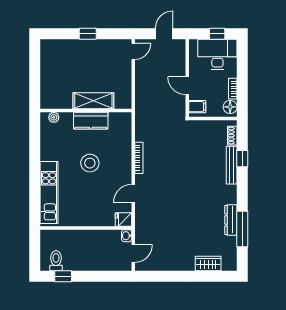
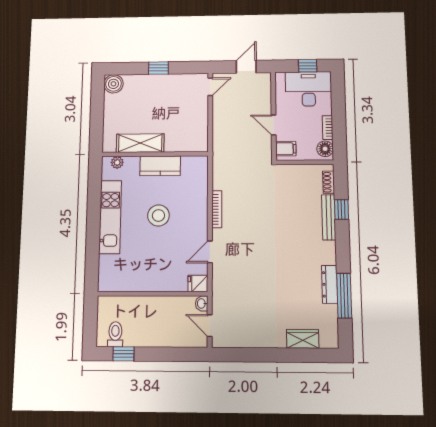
boiler: (49, 47) -> (113, 84), added
shelving: (93, 101) -> (140, 143), moved
kitchen unit: (49, 193) -> (110, 217), moved
door: (133, 253) -> (210, 326), swing flipped

